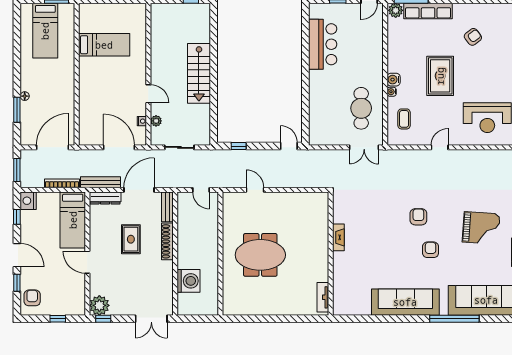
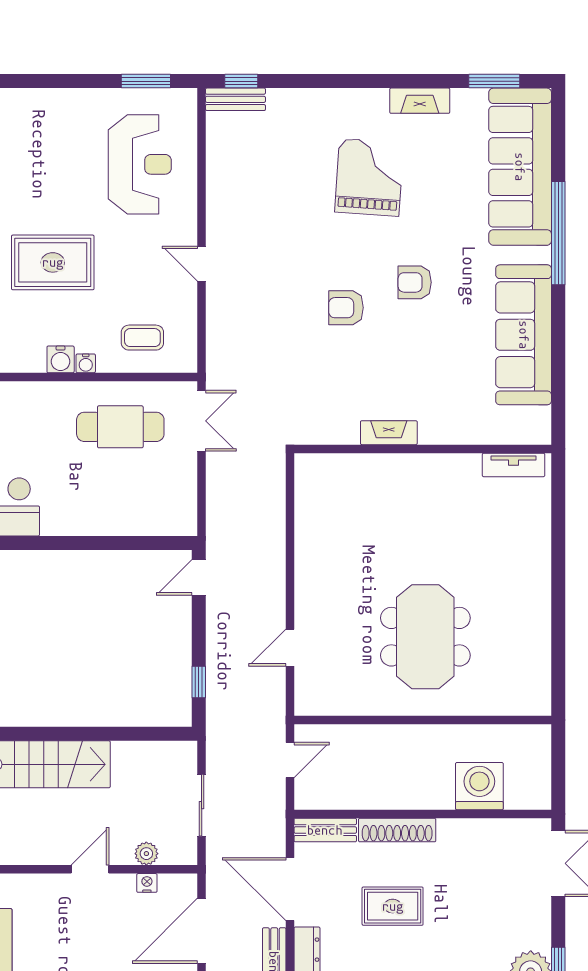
fireplace: (338, 237) -> (389, 433), moved
wall: (331, 254) -> (423, 449), moved
tv unit: (323, 297) -> (514, 465), moved

